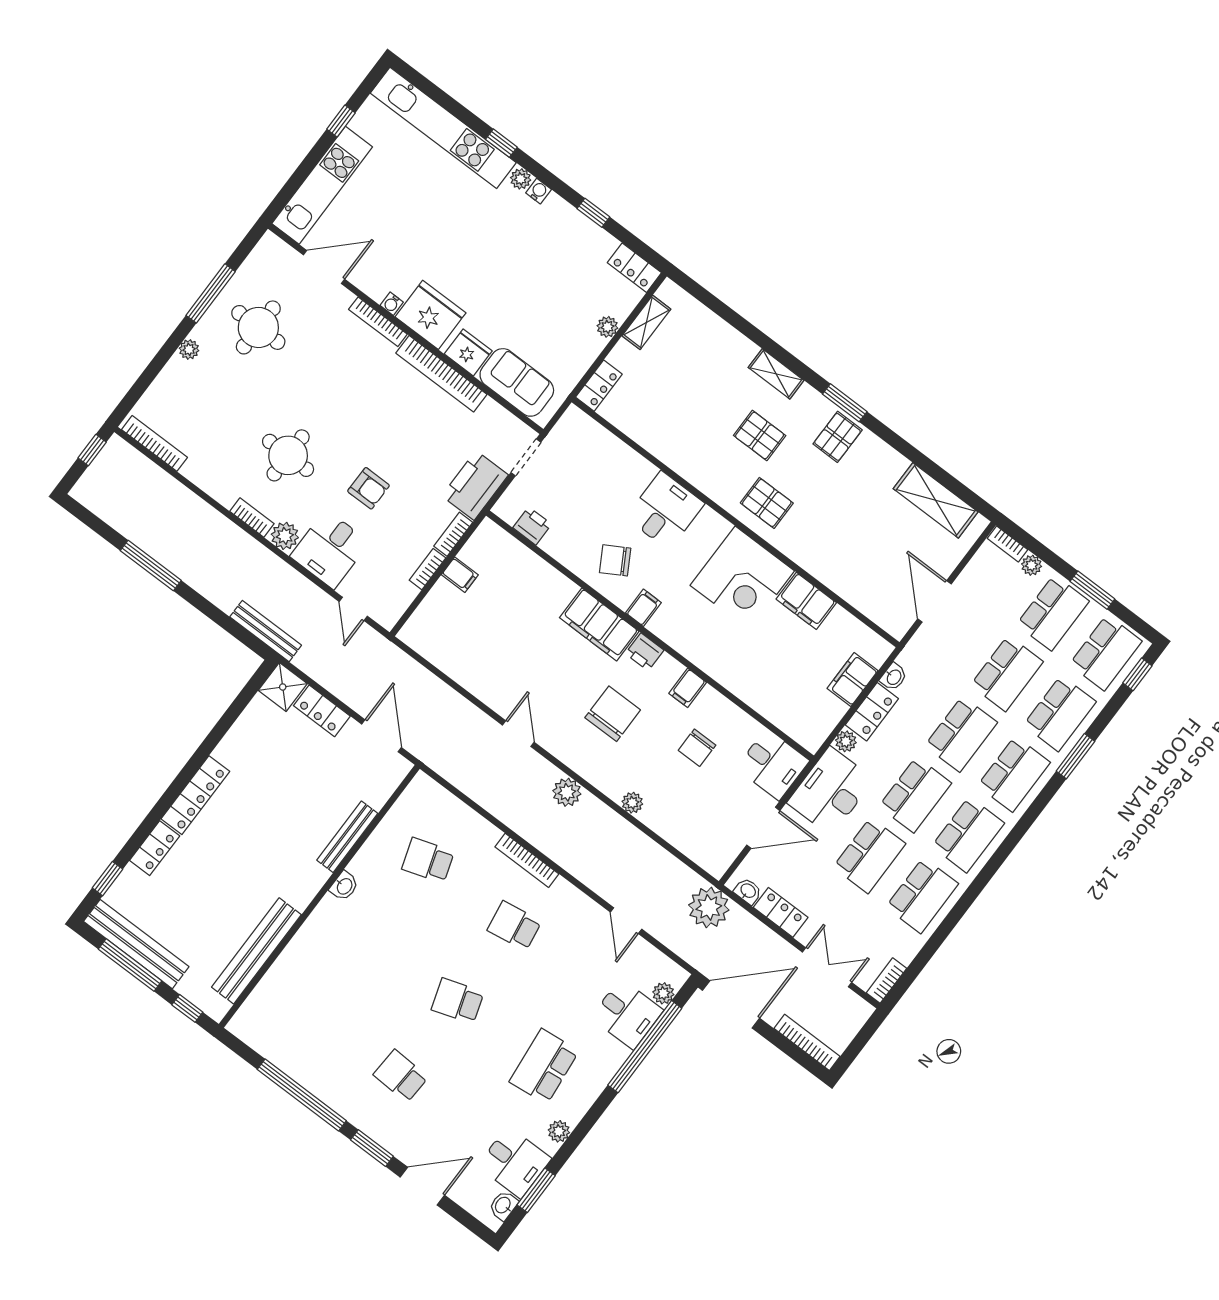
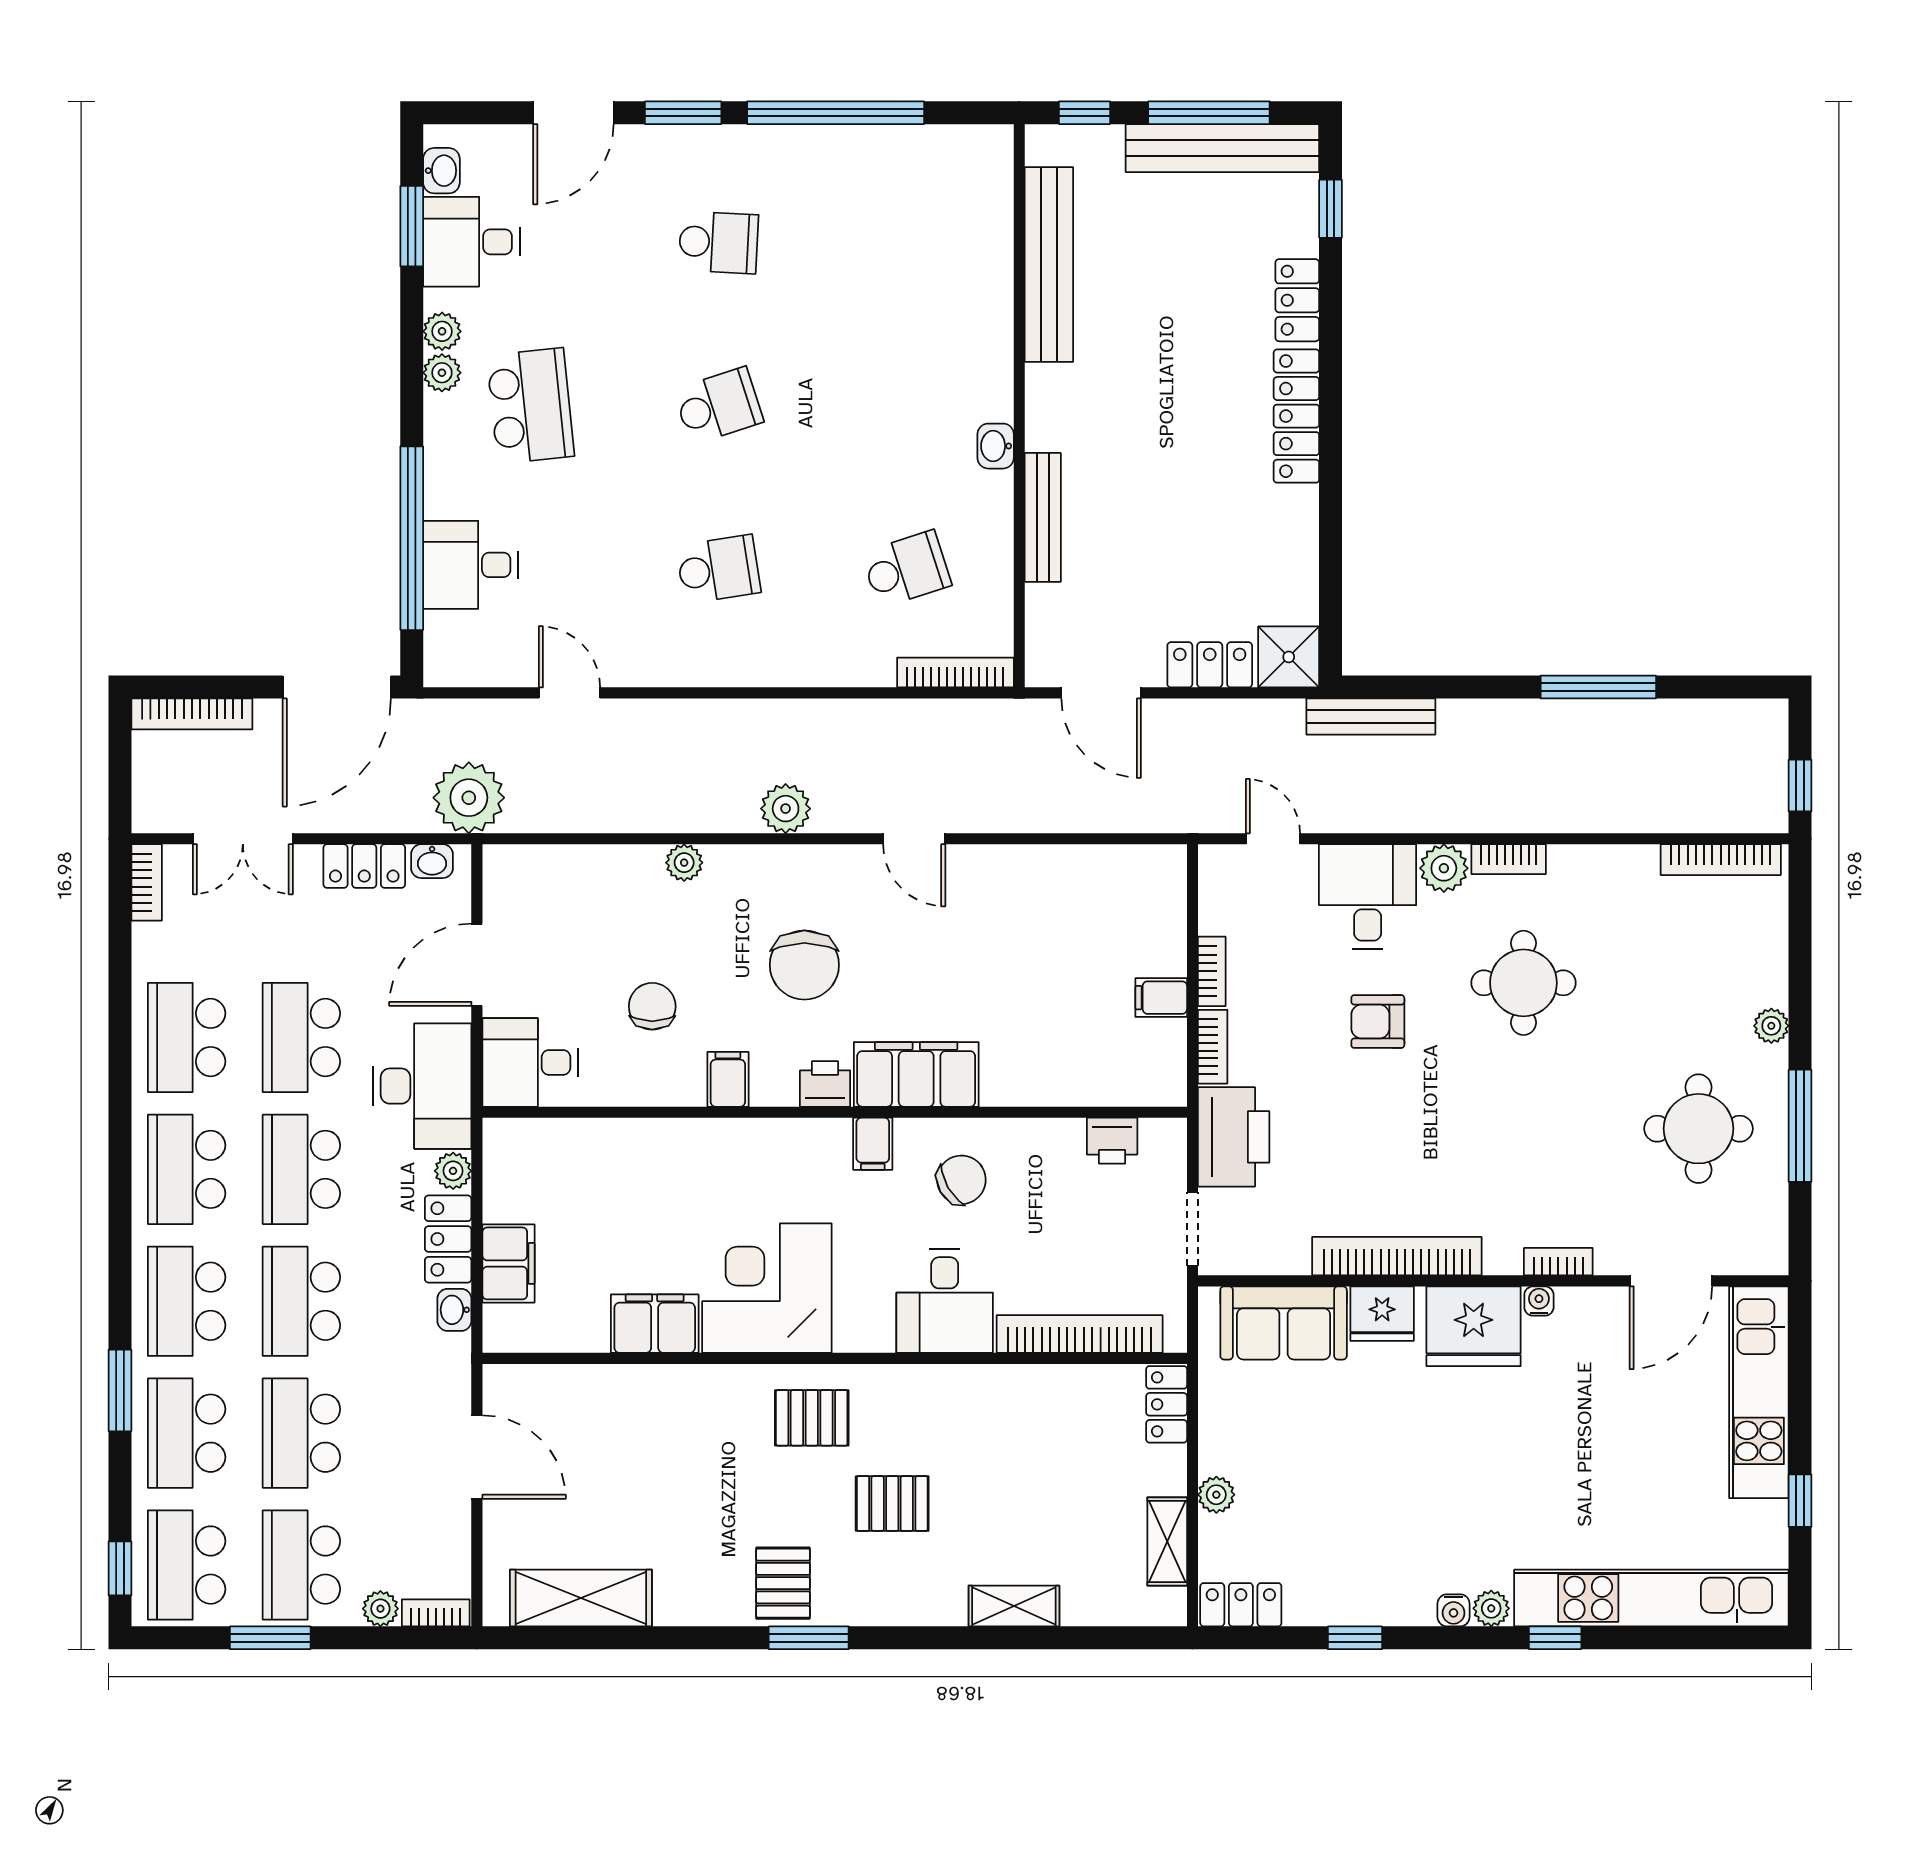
bookcase: (378, 322) -> (1558, 1262), width x0.64
shelving: (776, 374) -> (1014, 1606), moved
bookcase: (614, 448) -> (1080, 1334), added
bookcase: (527, 860) -> (955, 673), moved
plant: (663, 993) -> (442, 373), moved

